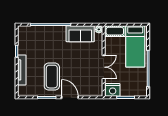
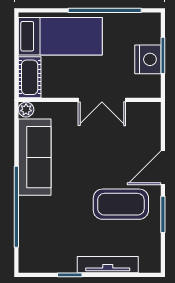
sofa: (80, 34) -> (35, 157), width x1.36
double door: (104, 67) -> (102, 100), swing flipped
nightstand: (113, 90) -> (148, 59), moved

